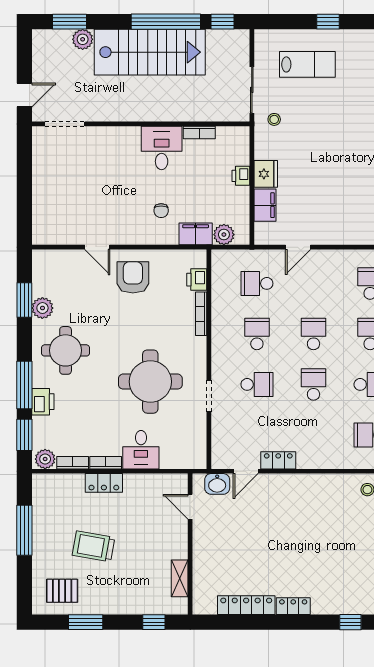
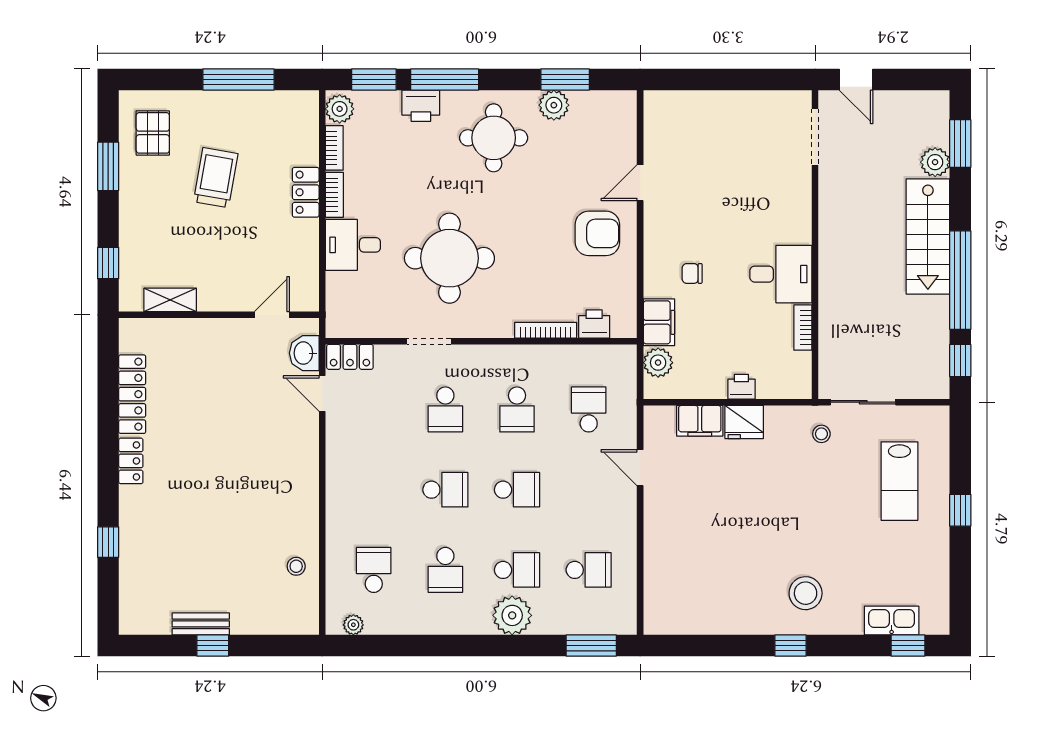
stairs: (150, 52) -> (928, 236), width x0.73, depth x0.66
school desk: (257, 334) -> (517, 409), turned 90
locker: (278, 460) -> (350, 357), moved, turned 90

